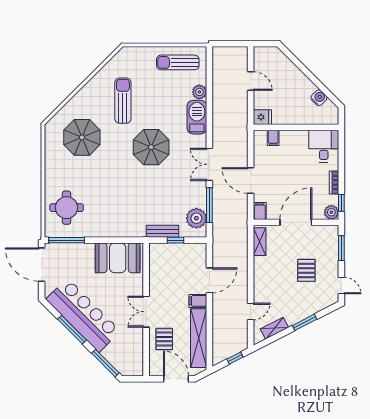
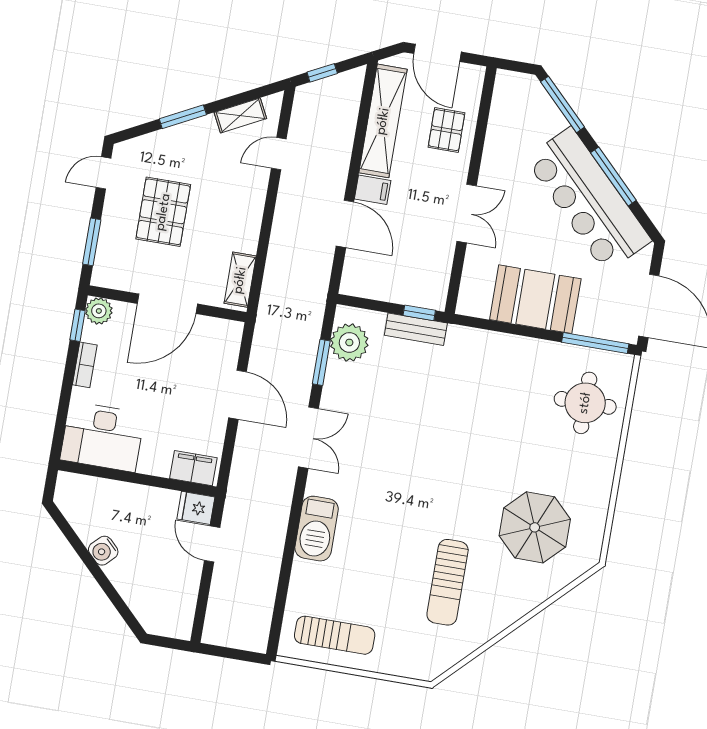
door: (251, 81) -> (212, 544), moved
plant: (199, 92) -> (304, 574), removed
water cooler: (319, 98) -> (103, 551), moved
filing cabinet: (273, 138) -> (193, 468), width x2.00
desk: (324, 146) -> (102, 437), width x1.37
parasol: (151, 147) -> (410, 488), removed
window: (209, 205) -> (321, 362), width x0.69
filing cabinet: (260, 211) -> (230, 336), removed
window: (176, 240) -> (419, 313), moved
booth: (118, 258) -> (535, 299), moved
pallet: (306, 270) -> (163, 212), width x1.50, depth x1.42
door: (209, 280) -> (345, 224), swing flipped
door: (341, 286) -> (104, 173), hinge flipped
double door: (146, 312) -> (467, 213), moved

